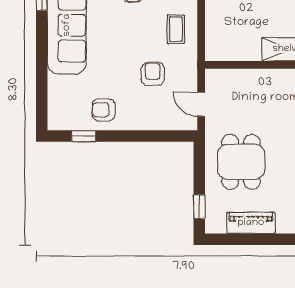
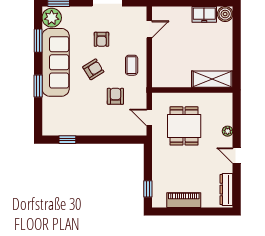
window: (42, 59) -> (38, 86), added
armchair: (103, 110) -> (93, 69), moved, turned 148
dining table: (241, 162) -> (184, 126), moved

